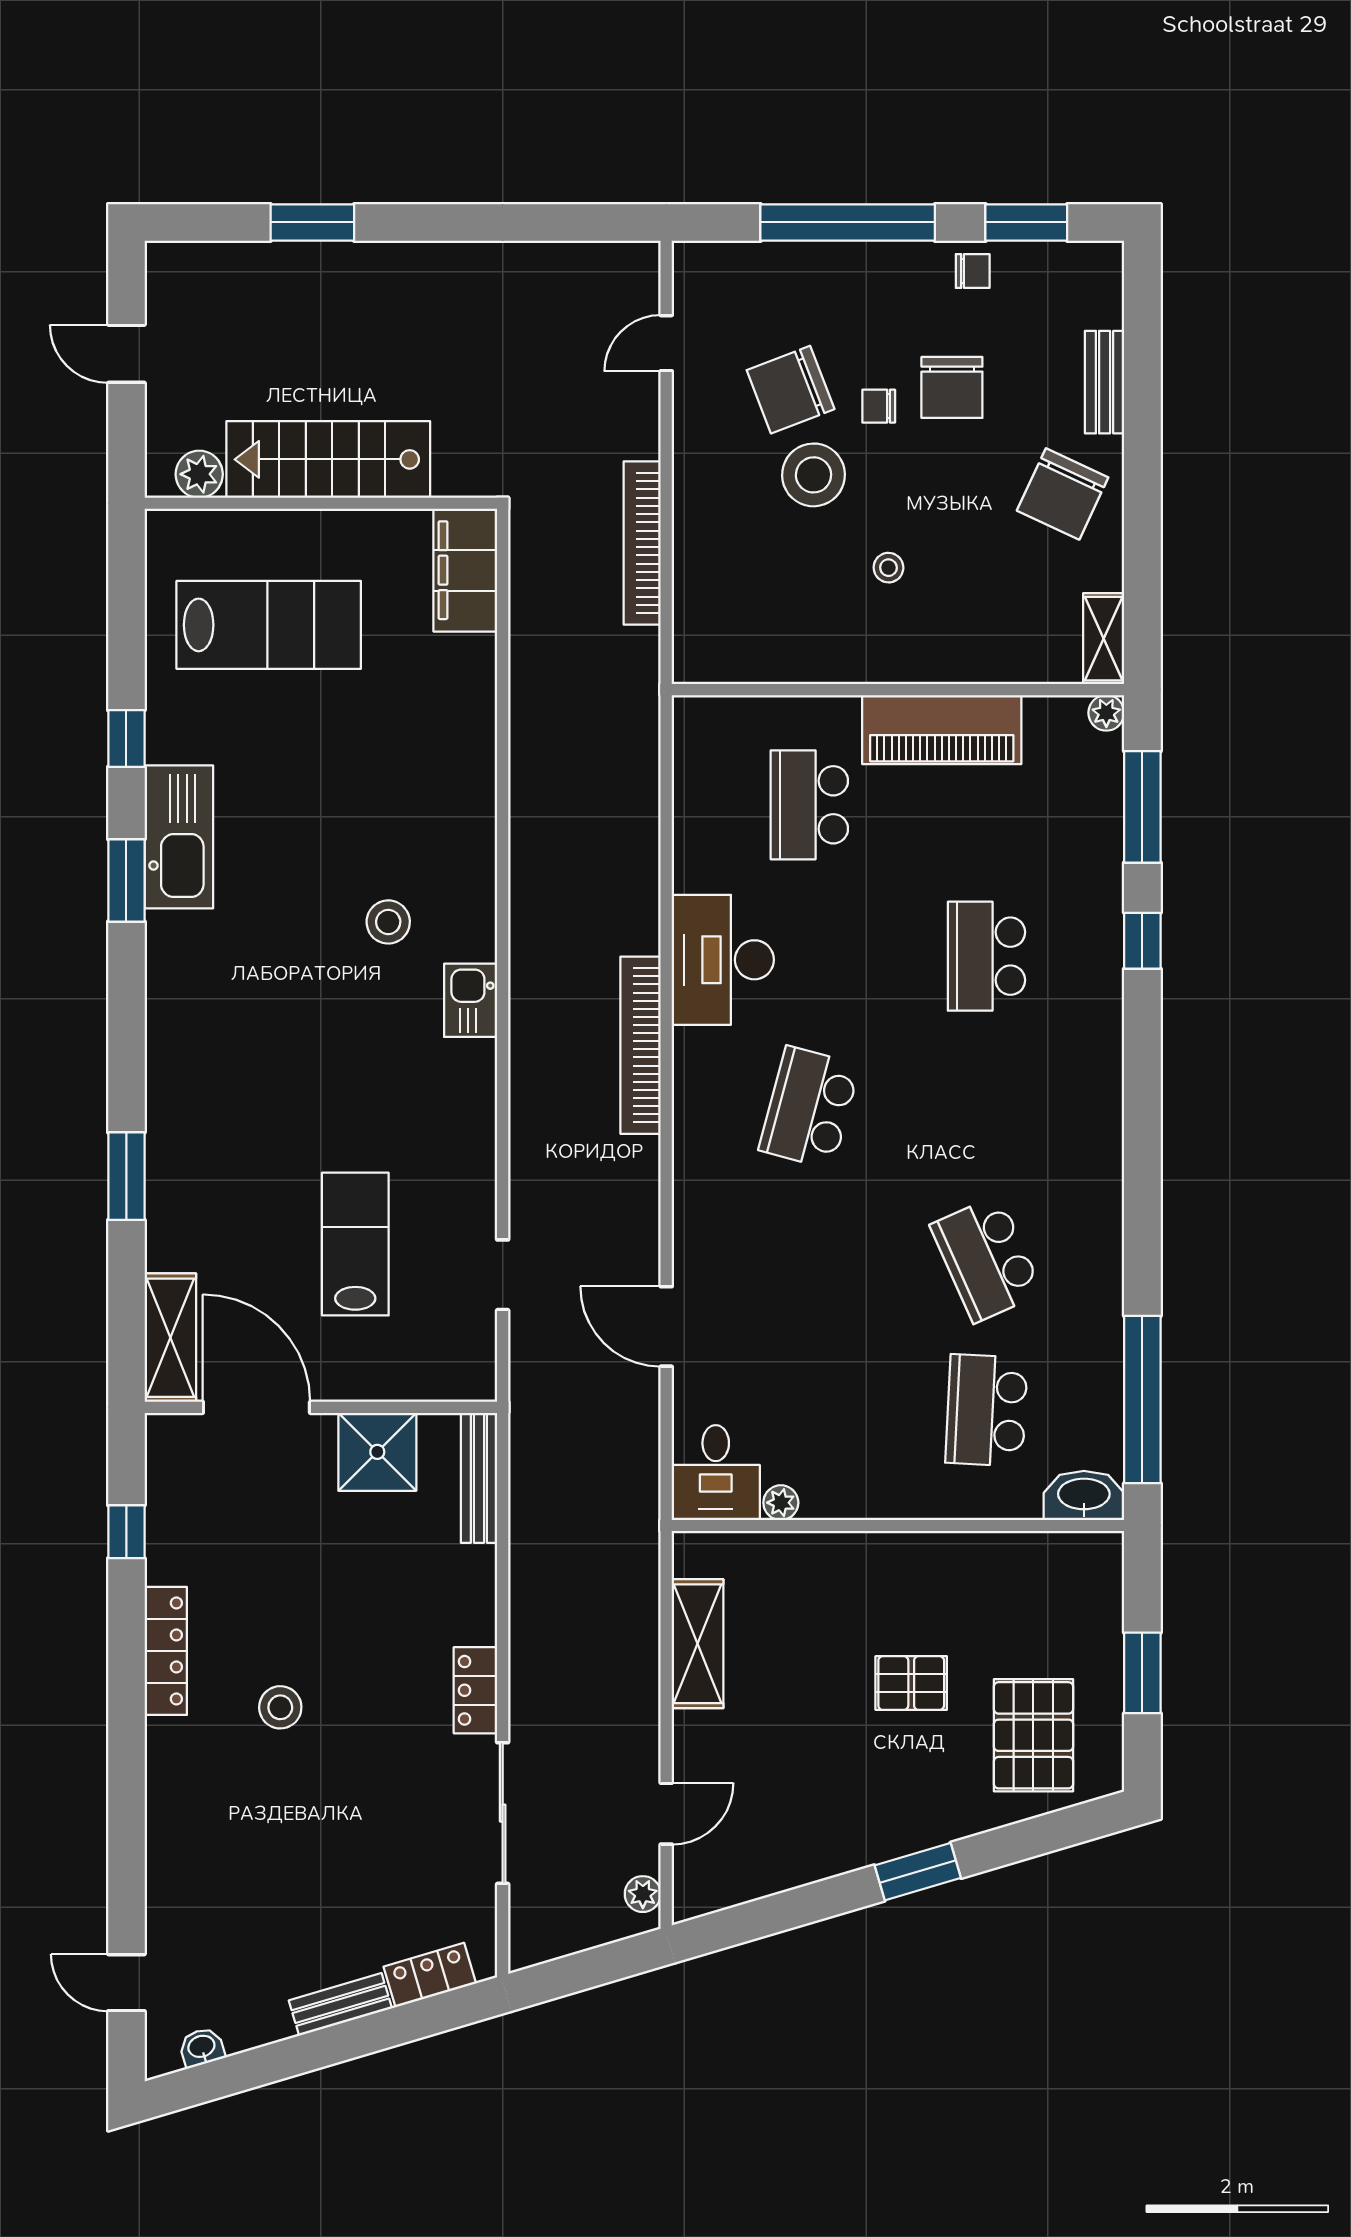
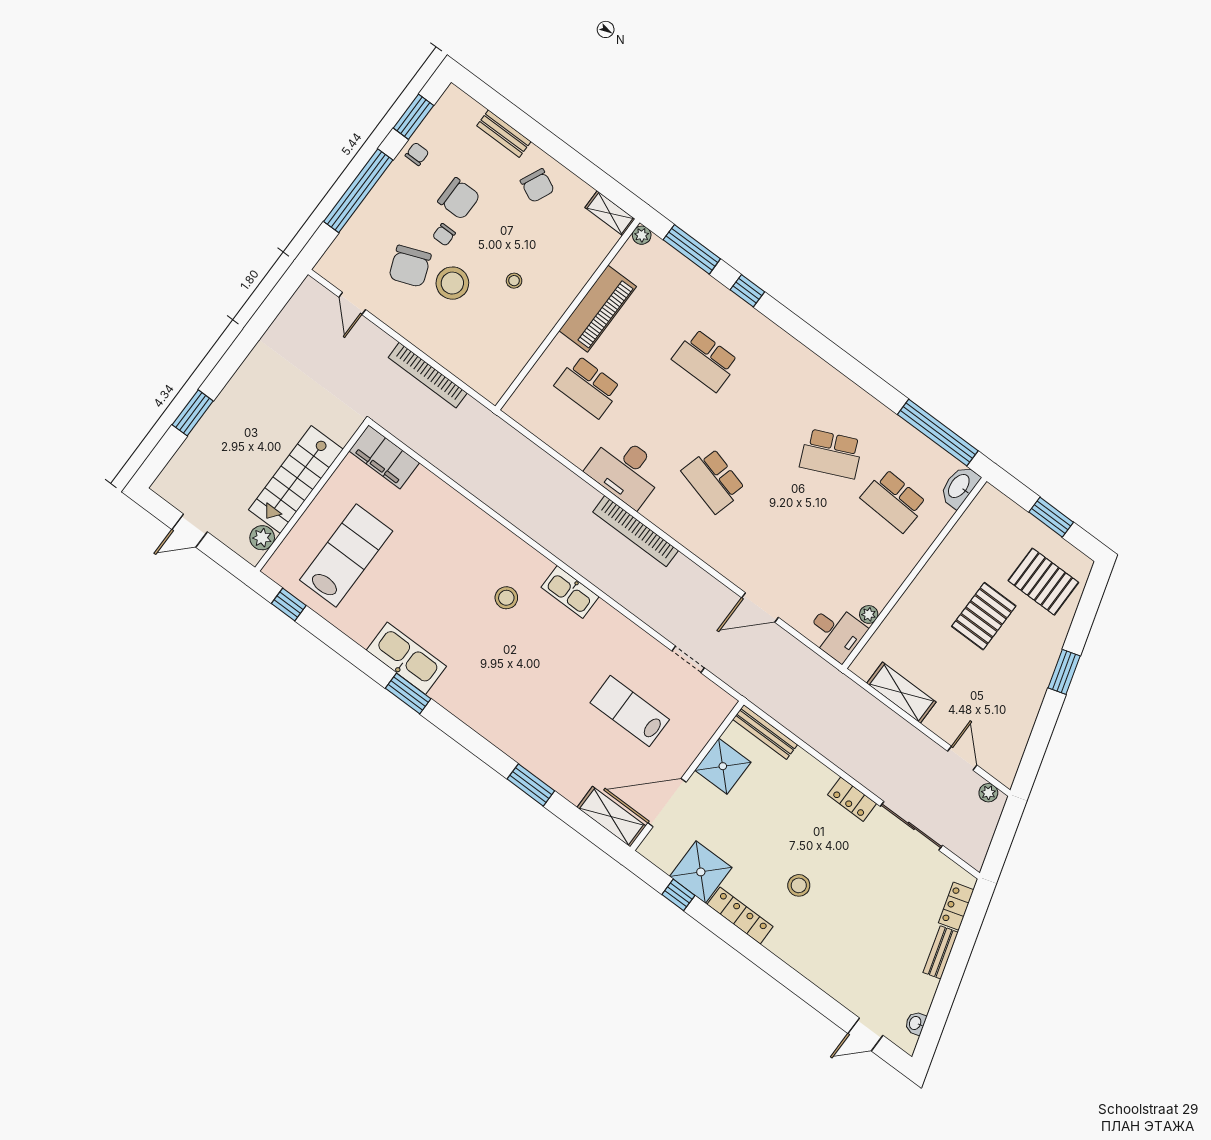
chair: (1063, 494) -> (537, 186), width x0.73, depth x0.73
window: (126, 739) -> (289, 605), moved
kitchen sink: (471, 1000) -> (570, 592), width x1.38
shower: (188, 1540) -> (701, 872), added
pallet: (911, 1683) -> (984, 616), width x1.50, depth x1.42

